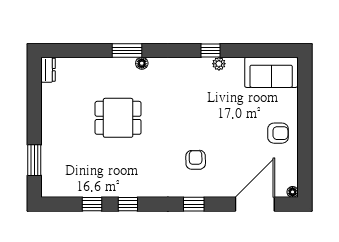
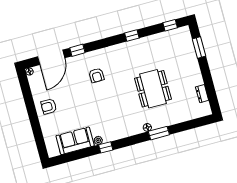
dresser: (48, 70) -> (202, 94), moved
sofa: (271, 72) -> (75, 141), moved
dining table: (118, 118) -> (153, 89), width x1.37
window: (92, 204) -> (170, 25), moved
window: (194, 204) -> (77, 50), moved

